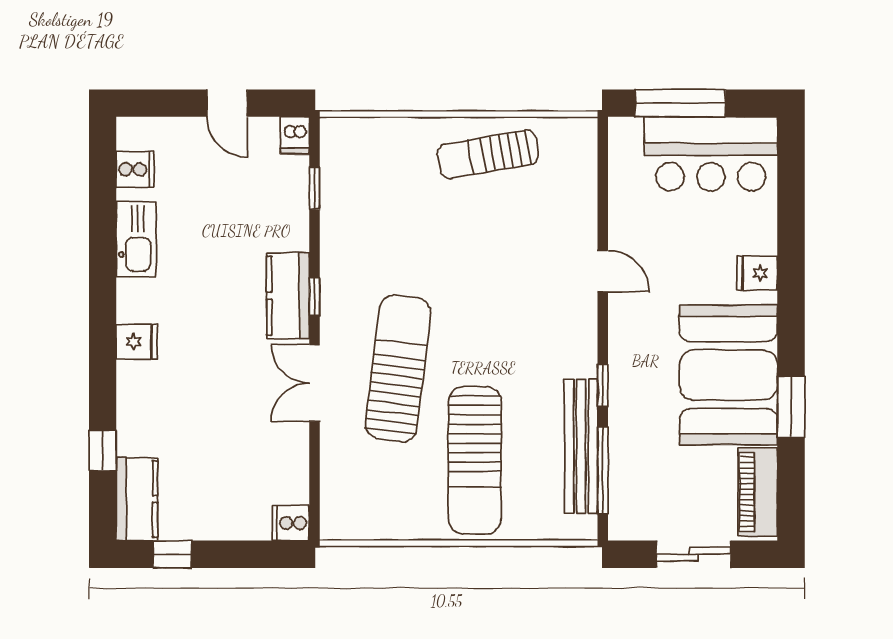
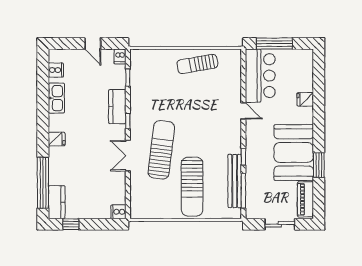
bar counter: (711, 154) -> (260, 76), moved, turned -90
fridge: (757, 273) -> (305, 99), moved
kitchen counter: (288, 296) -> (117, 107), moved
window: (103, 451) -> (43, 183), width x3.17

